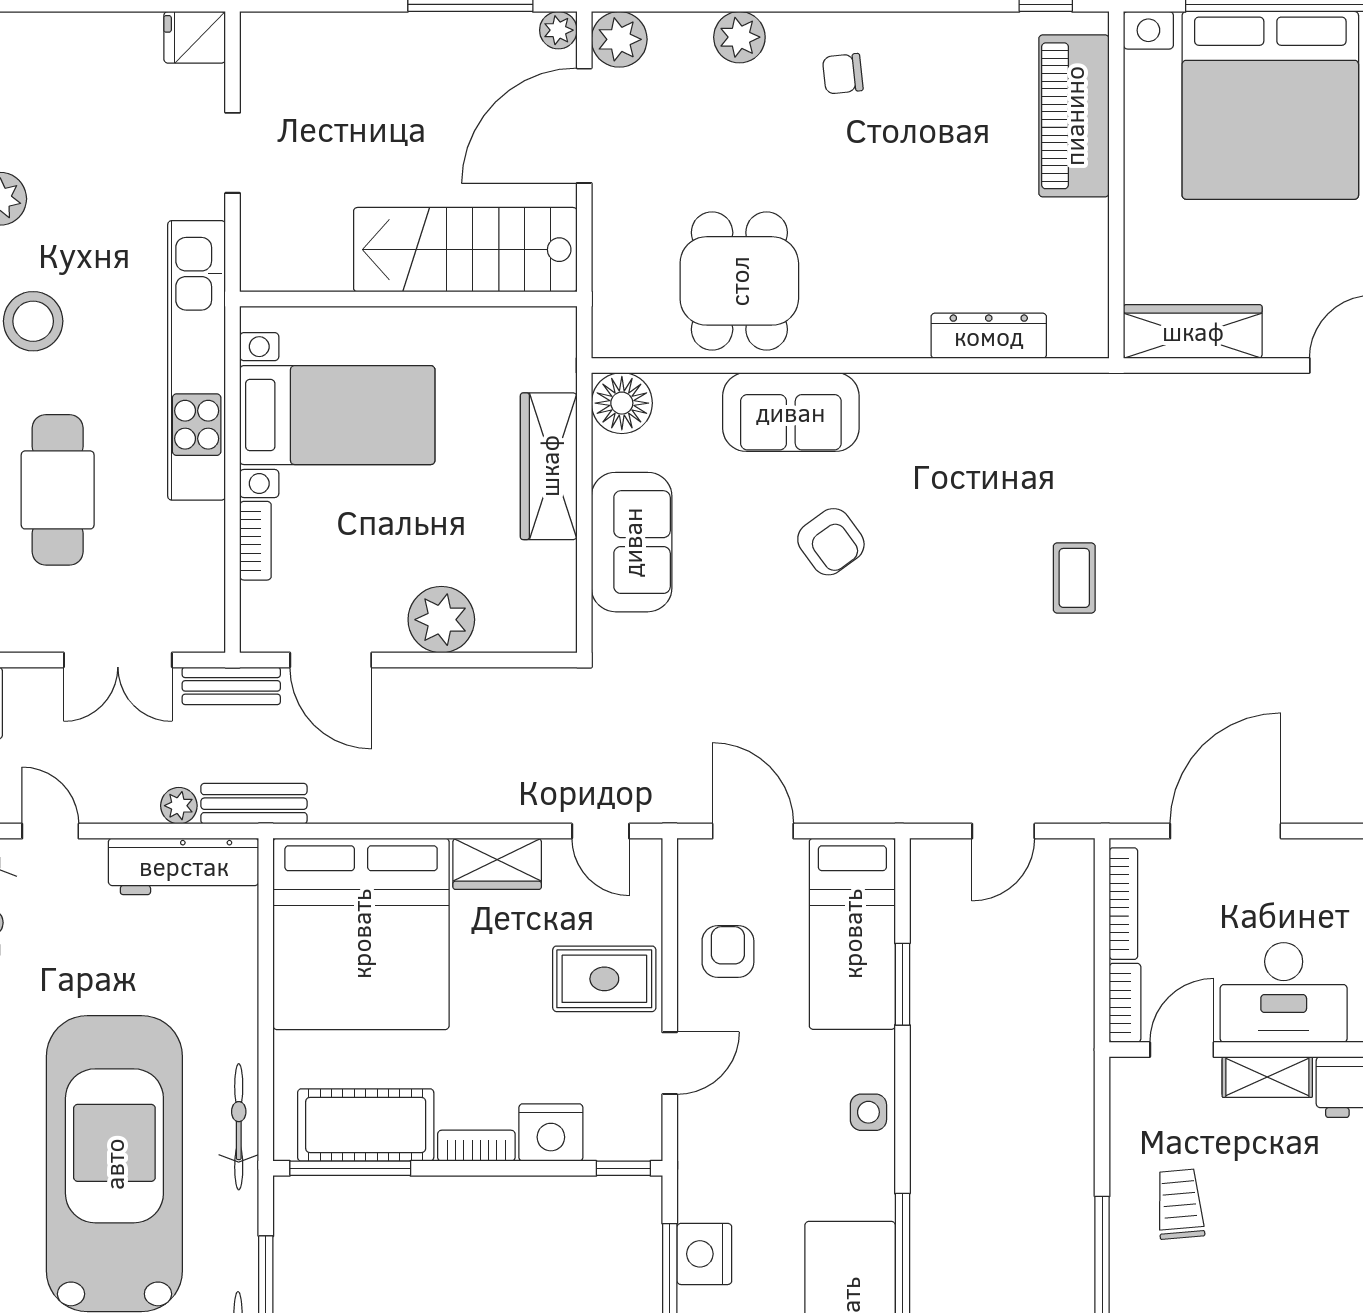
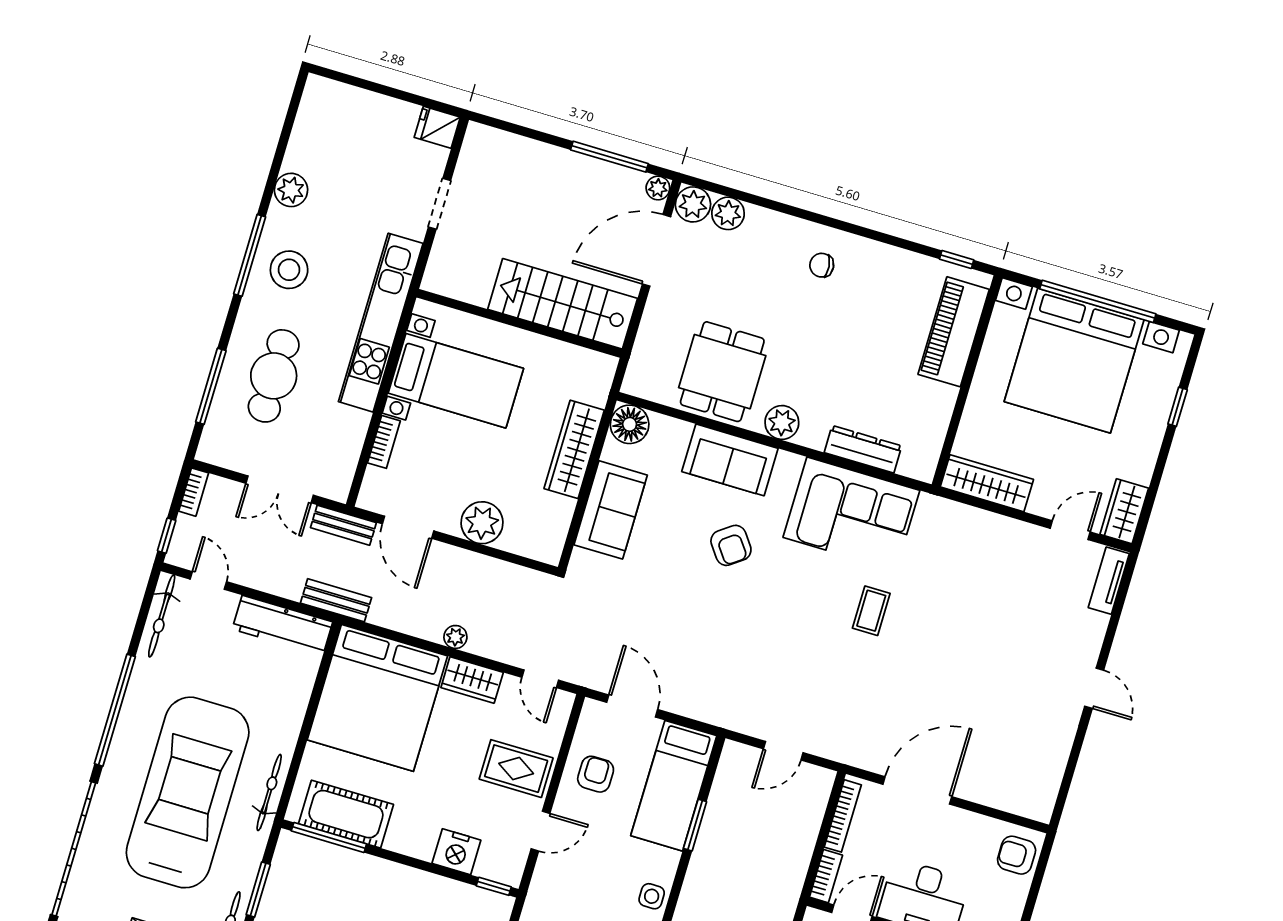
plant: (739, 37) -> (728, 213), moved
plant: (853, 331) -> (782, 422), added
corner sofa: (1000, 439) -> (851, 514), added
plant: (179, 806) -> (455, 637), moved
bookcase: (476, 1146) -> (409, 846), removed

